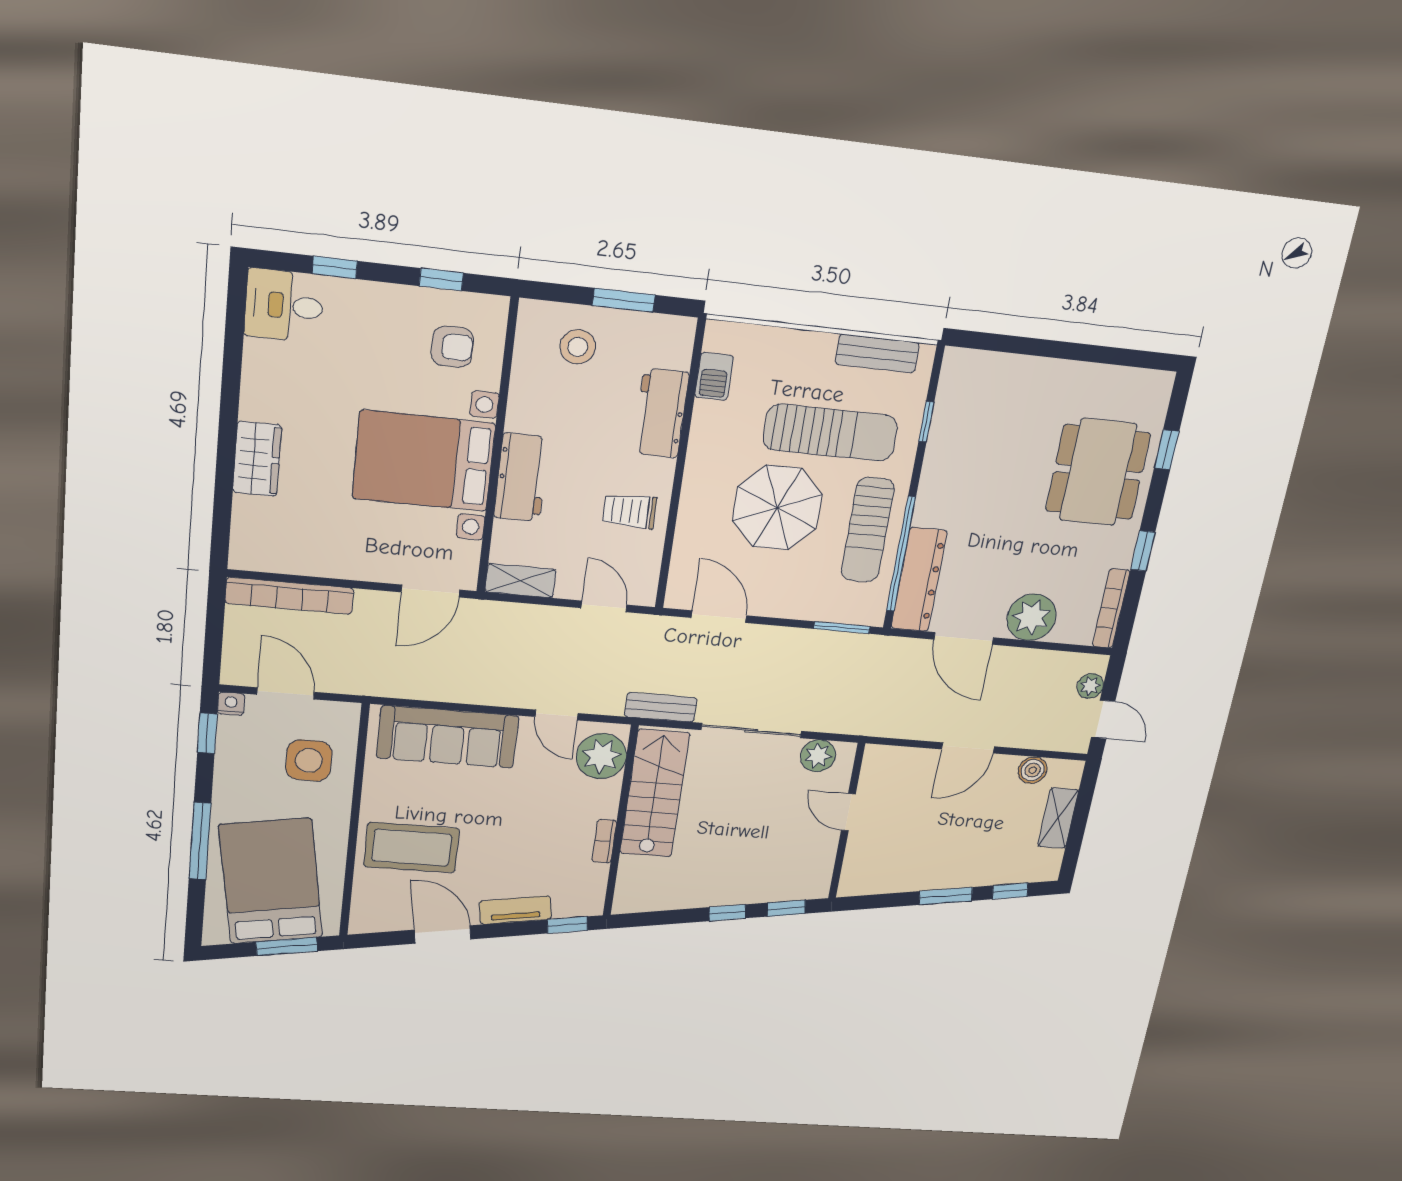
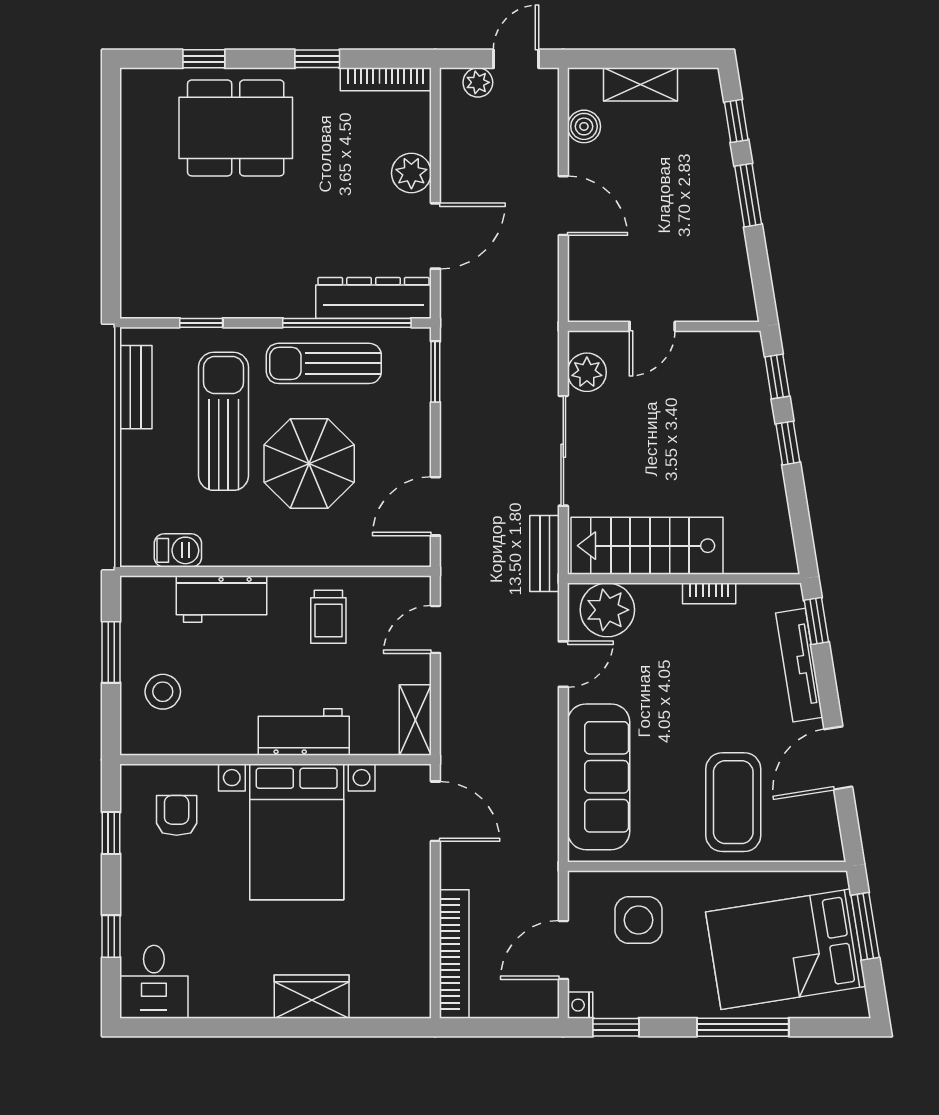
sun lounger: (868, 530) -> (324, 363), turned 180
plant: (1031, 617) -> (411, 173), width x0.73, depth x0.73
tv unit: (515, 910) -> (799, 665), width x1.41

